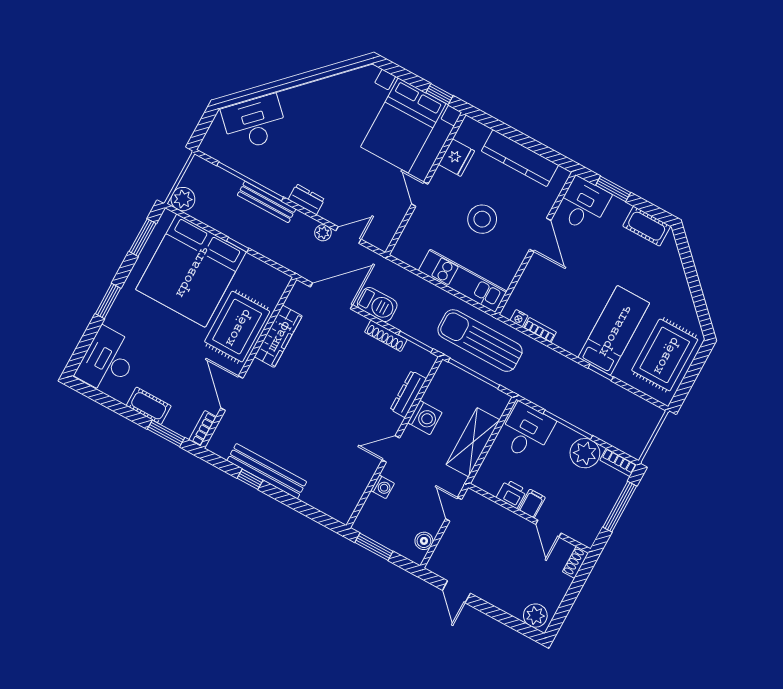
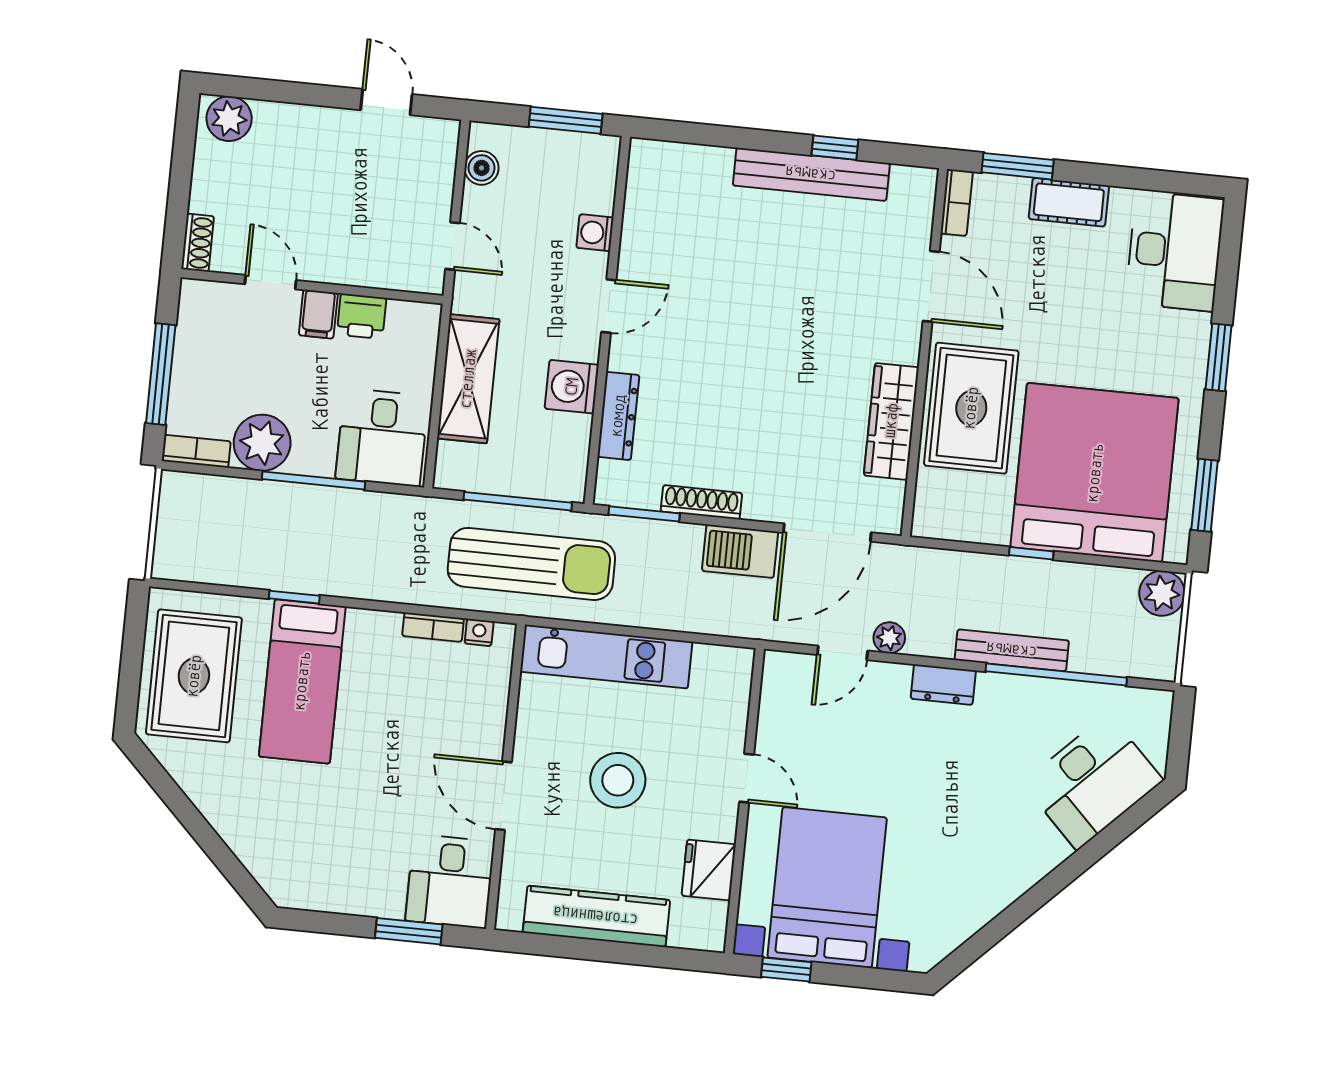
cot: (647, 226) -> (322, 890), removed

